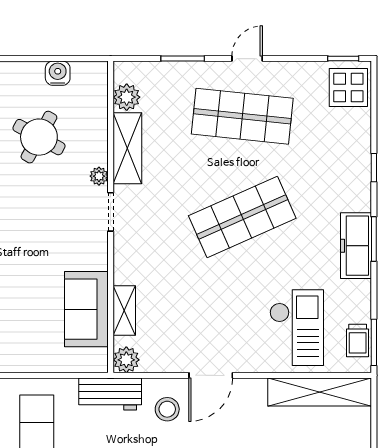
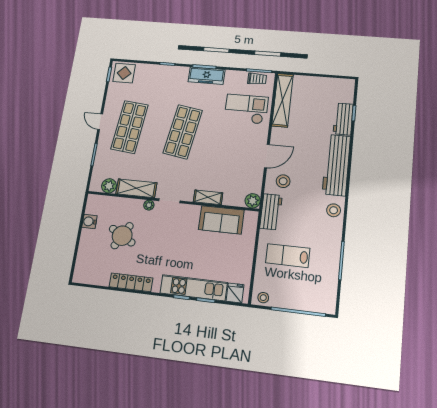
shop shelf: (242, 217) -> (183, 132), turned 33
shelving: (124, 311) -> (208, 197), moved
door: (211, 375) -> (267, 156), hinge flipped

